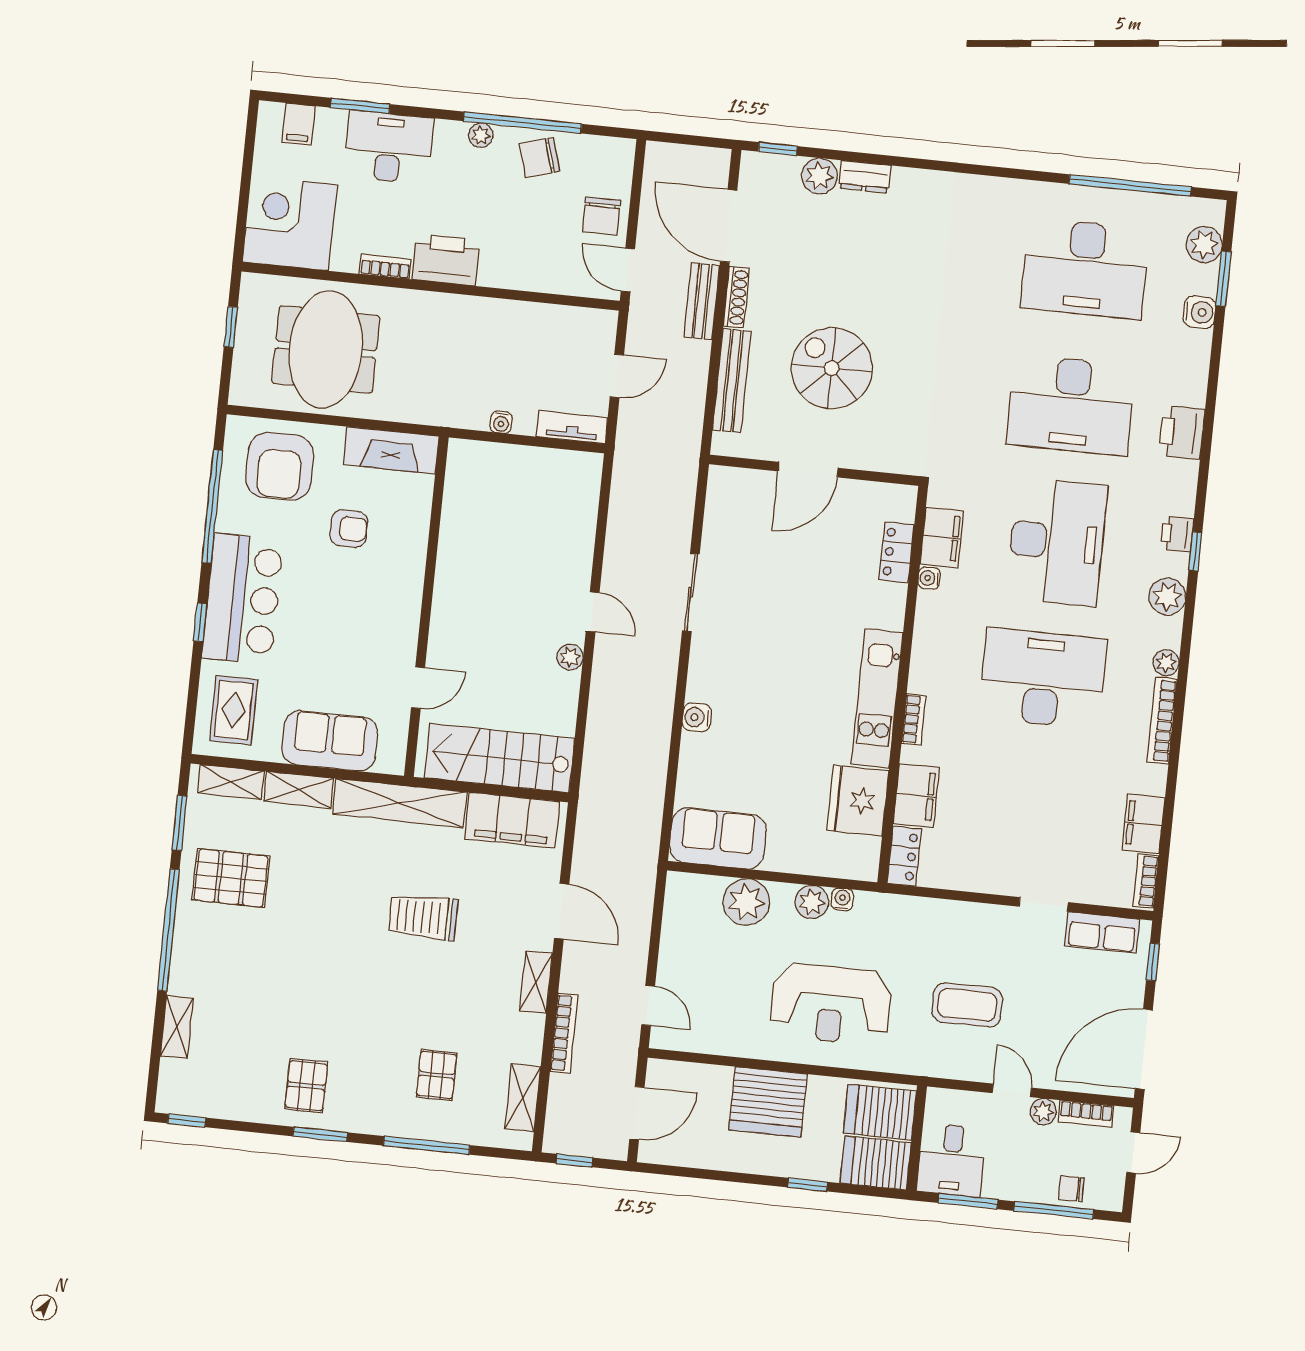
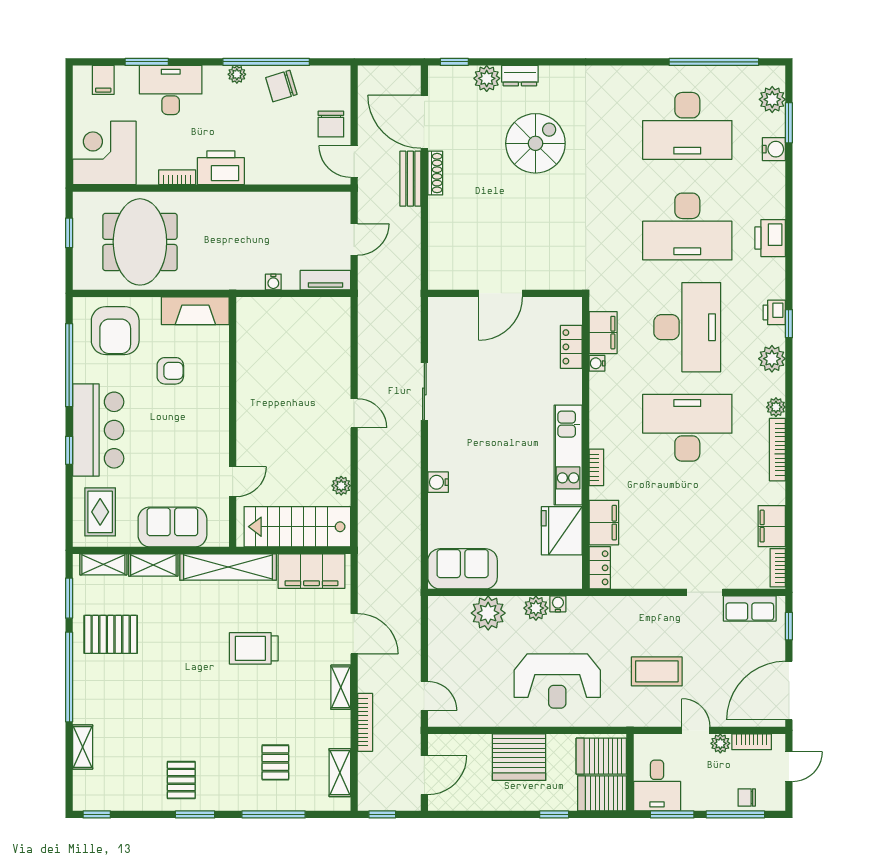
spiral stairs: (832, 368) -> (535, 143), moved, turned 90
bench: (732, 381) -> (438, 234), removed
plant: (570, 657) -> (341, 486), moved

